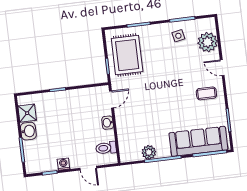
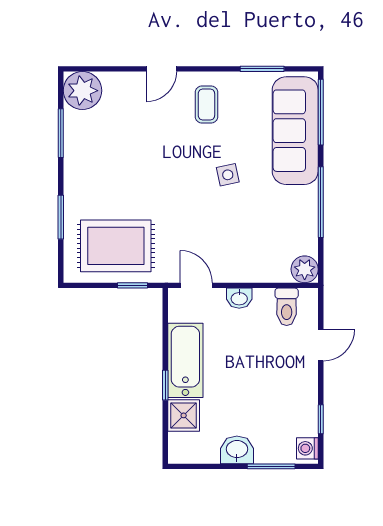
side table: (178, 36) -> (228, 175), moved
plant: (208, 42) -> (82, 91), moved
bathtub: (72, 99) -> (185, 360), added
shower: (27, 113) -> (184, 415), moved
plant: (149, 152) -> (305, 269), moved
washing machine: (63, 164) -> (307, 448), moved

